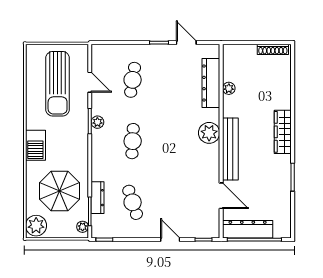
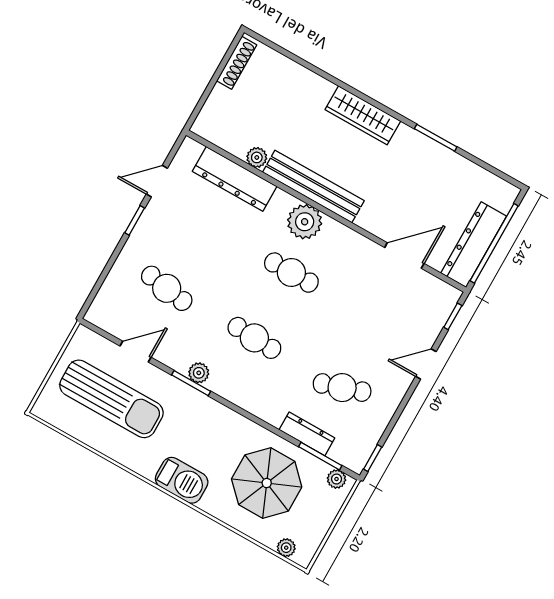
cafe table: (178, 141) -> (291, 273), added
bench: (230, 149) -> (313, 186), moved
plant: (36, 226) -> (286, 548), width x0.53, depth x0.53

